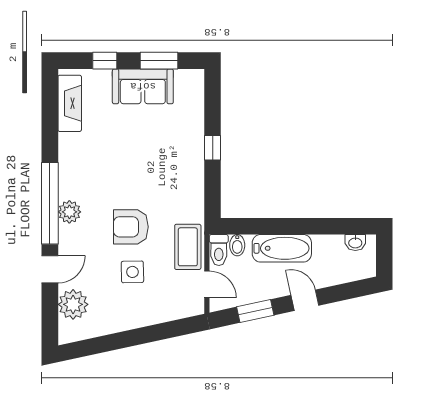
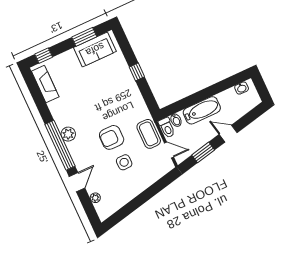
window: (105, 61) -> (44, 56), moved
sofa: (143, 86) -> (95, 49), moved
plant: (69, 212) -> (68, 134), moved
plant: (73, 304) -> (95, 198), width x0.53, depth x0.53

